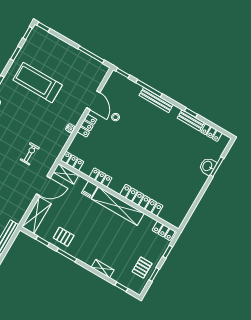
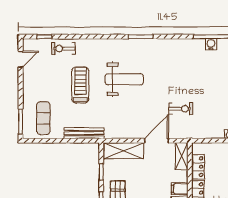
locker: (72, 161) -> (198, 167), moved
door: (43, 186) -> (156, 141), swing flipped

